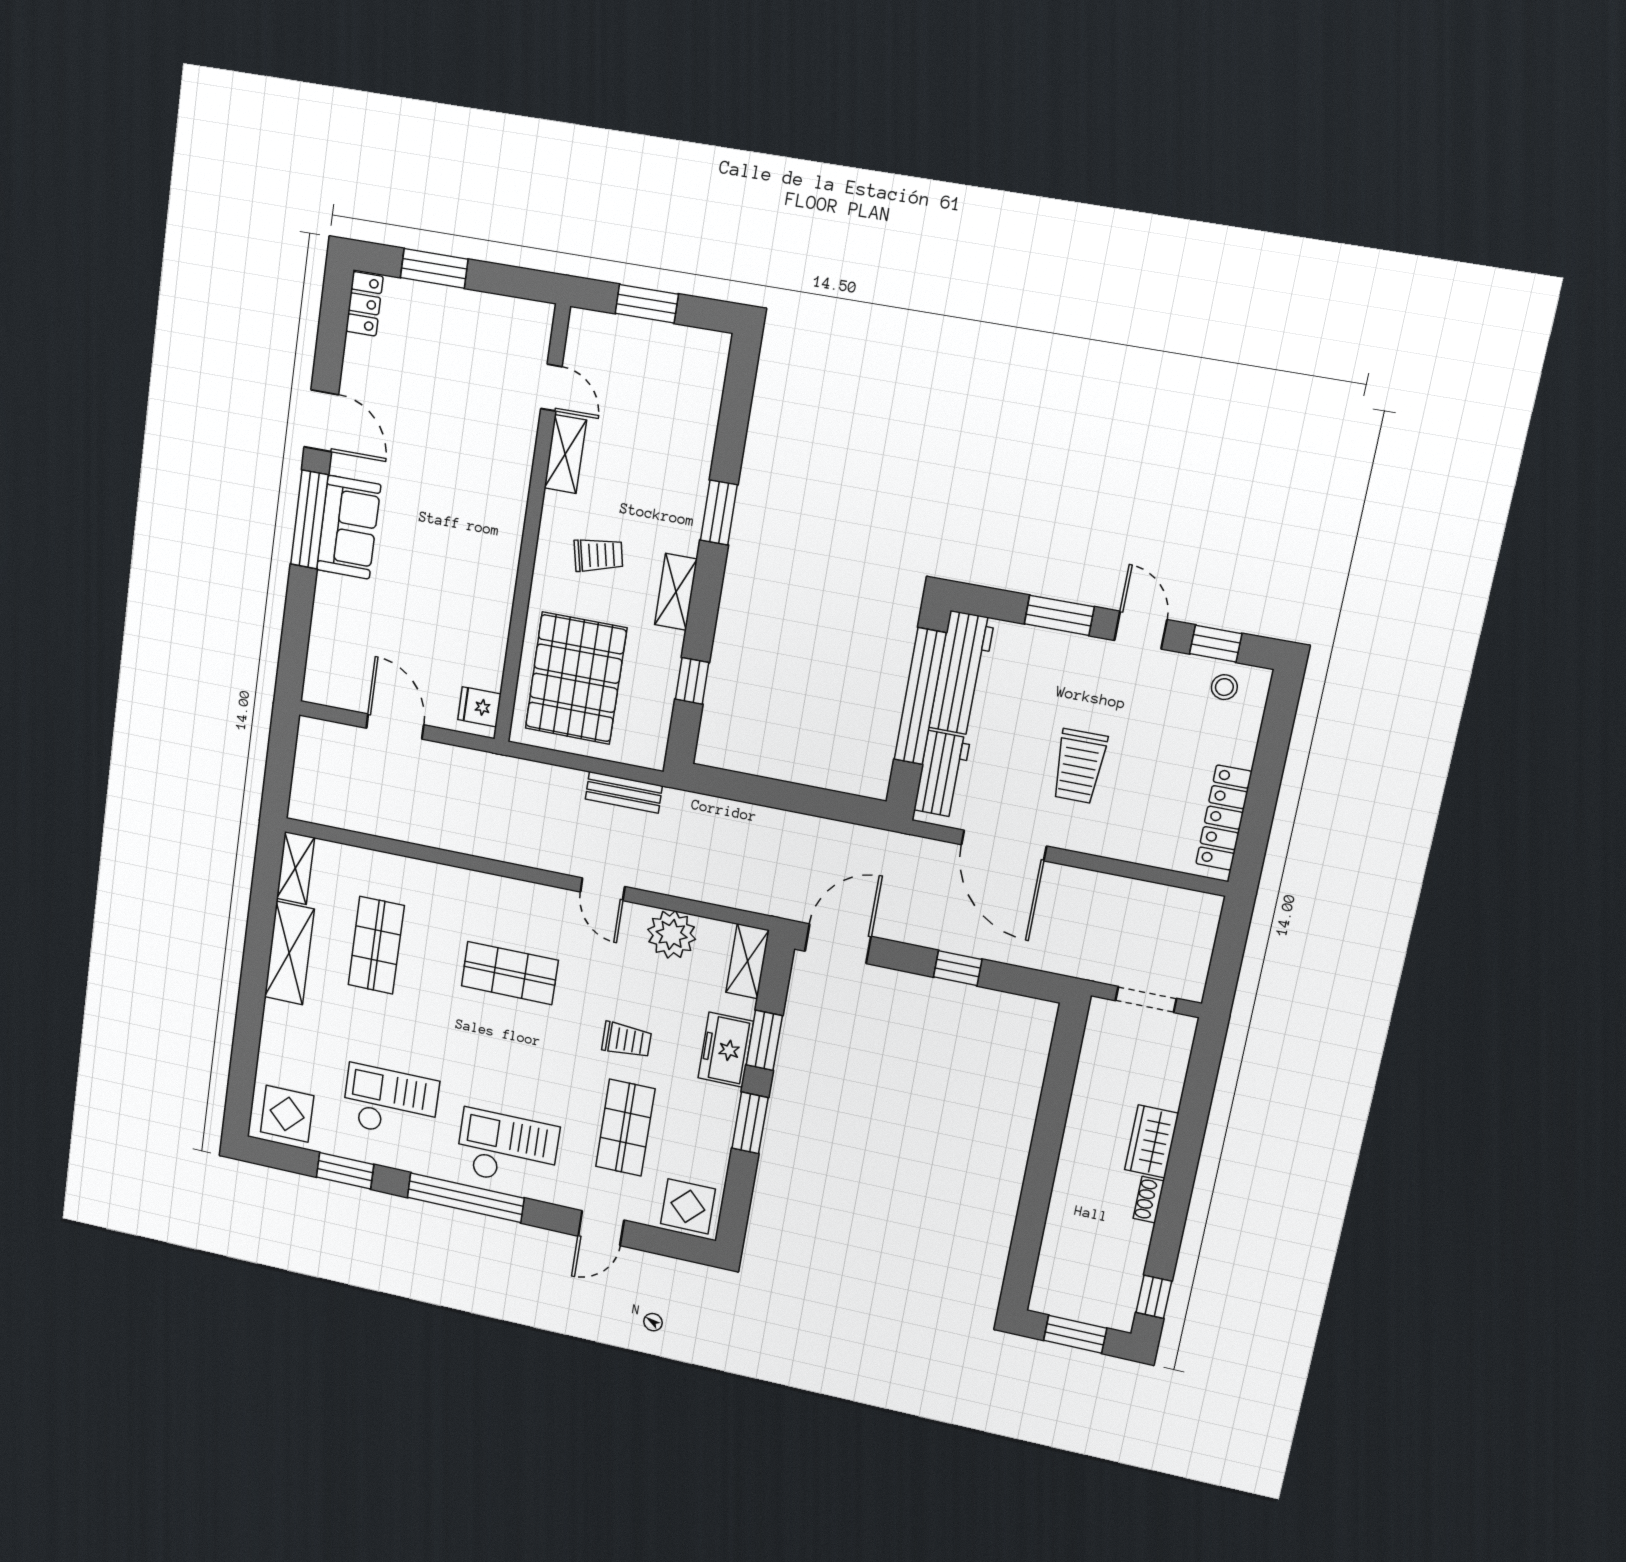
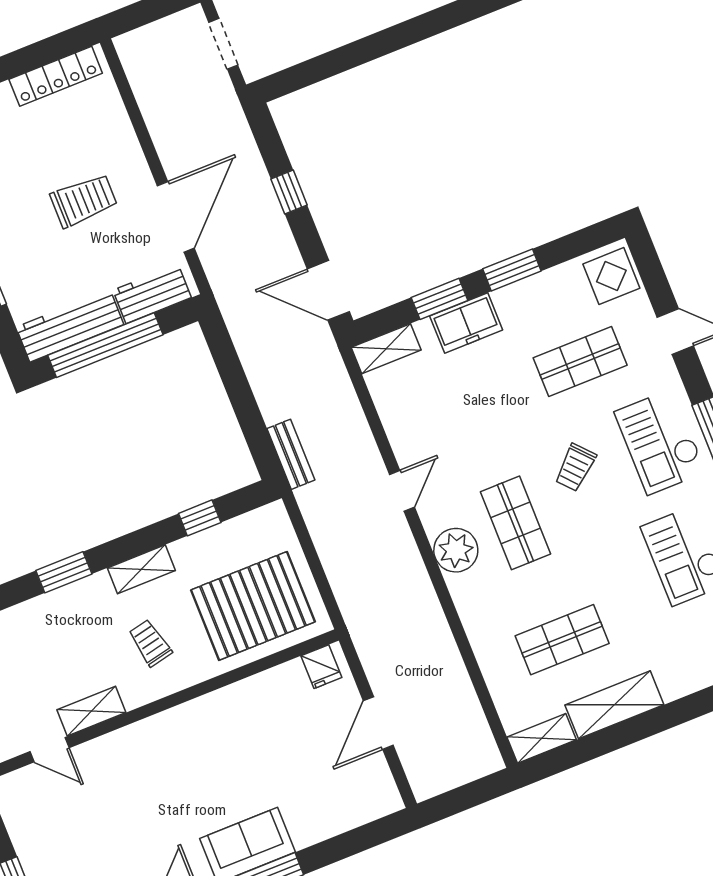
door: (551, 388) -> (49, 750), swing flipped
bench: (624, 792) -> (291, 454), moved
plant: (672, 934) -> (456, 550), moved
trolley: (627, 1040) -> (575, 468), moved, turned -132

